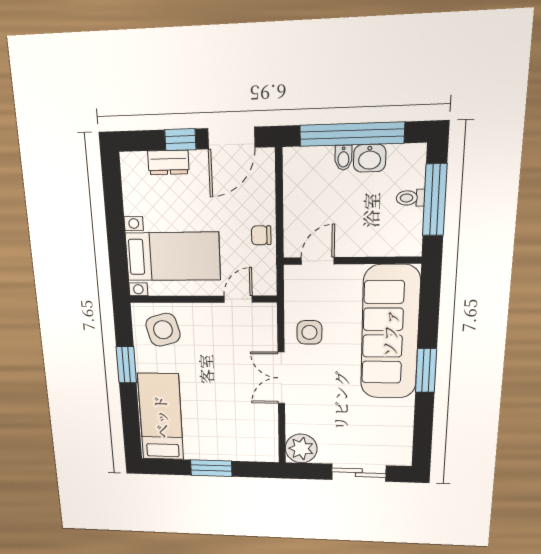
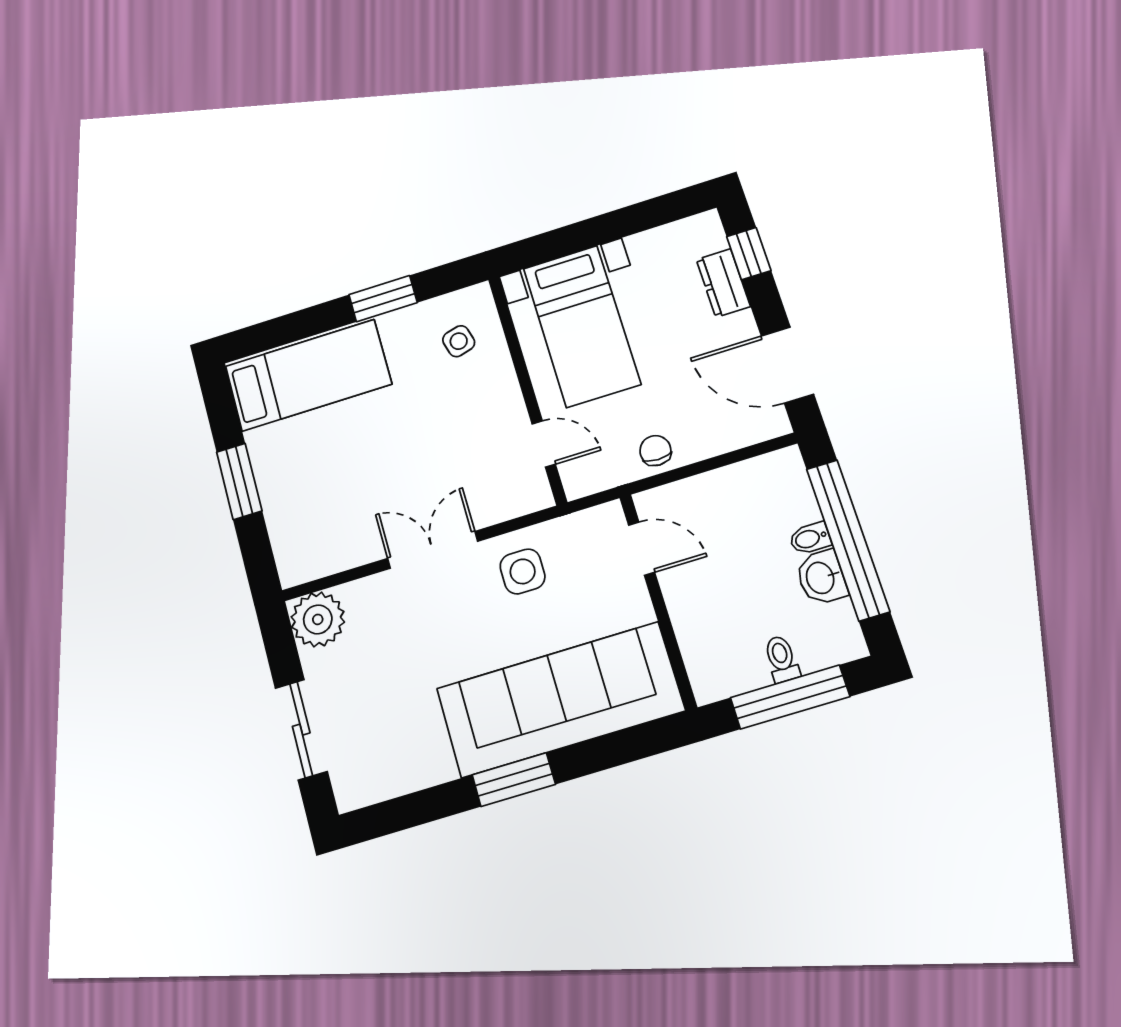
window: (180, 140) -> (749, 254), moved
side table: (163, 330) -> (459, 341), width x0.54, depth x0.54

